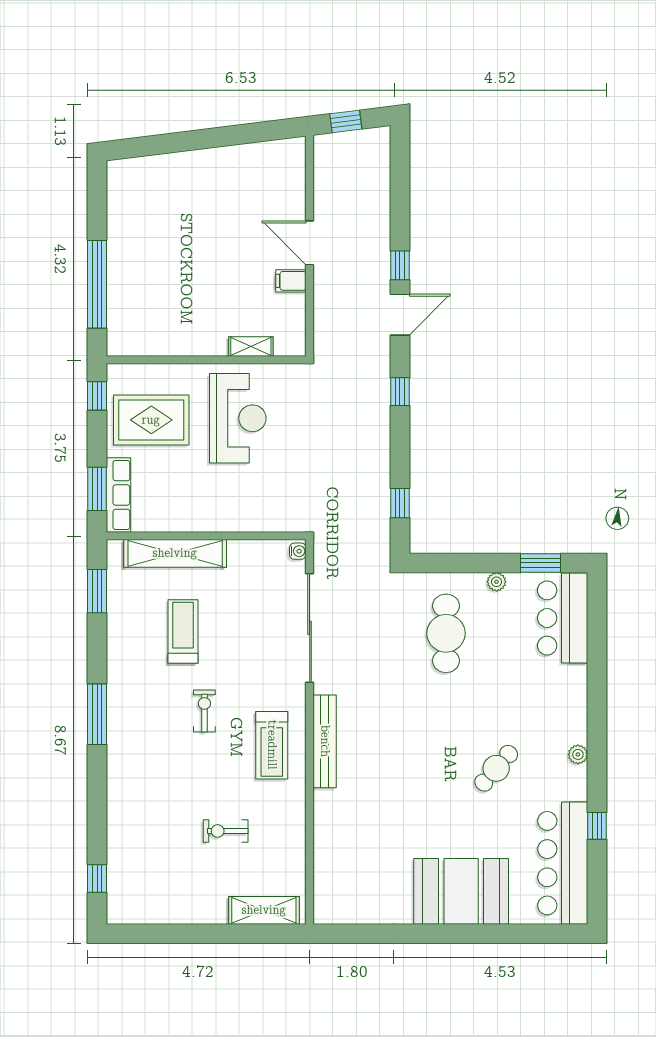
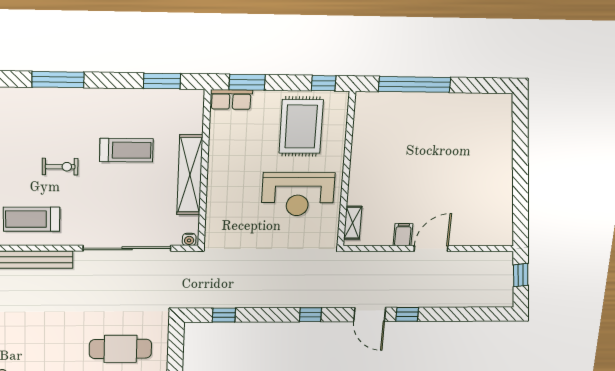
shelving: (251, 346) -> (353, 223), moved
row of seats: (119, 495) -> (231, 99), width x0.68
shelving: (175, 553) -> (190, 175), moved

